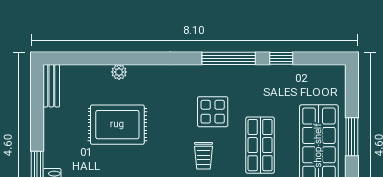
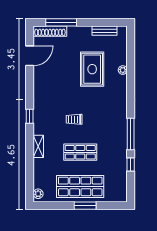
bench: (51, 86) -> (105, 31), moved
display table: (213, 112) -> (100, 125), removed

